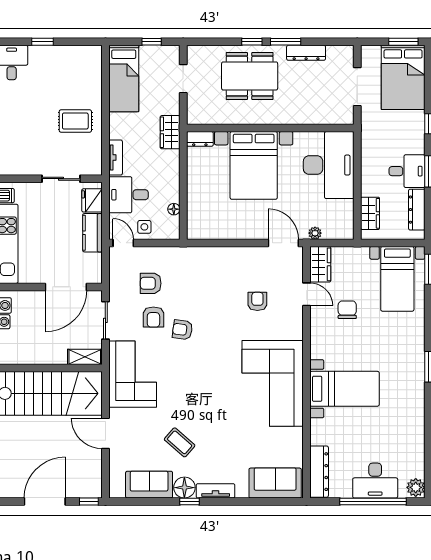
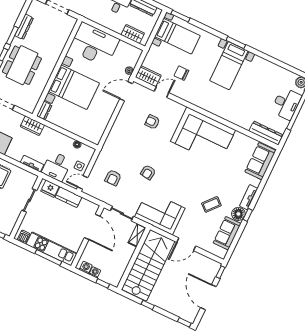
armchair: (153, 317) -> (133, 185), removed
bed with nightstands: (344, 389) -> (229, 66), moved, turned 180

